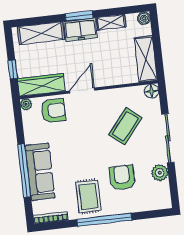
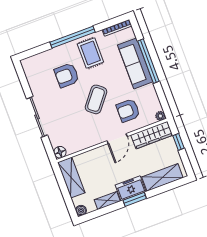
armchair: (53, 111) -> (128, 110), moved
coffee table: (125, 126) -> (96, 99), moved
plant: (160, 173) -> (37, 87), removed
armchair: (122, 178) -> (67, 75), turned 90

